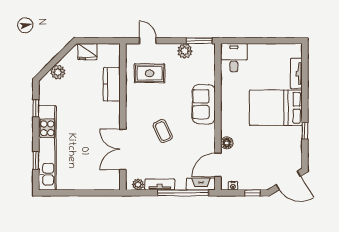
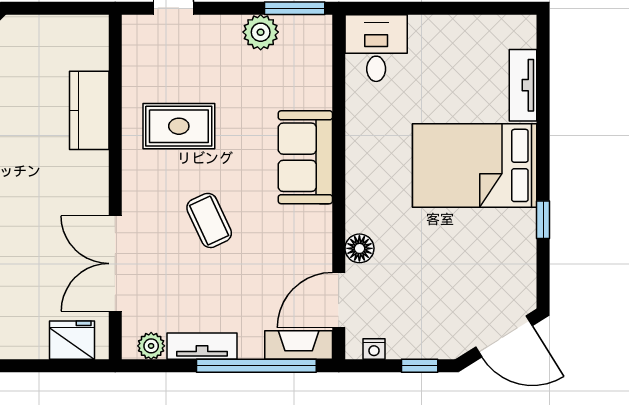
fridge: (87, 52) -> (72, 340), moved, turned 180
rug: (150, 73) -> (179, 126), moved

